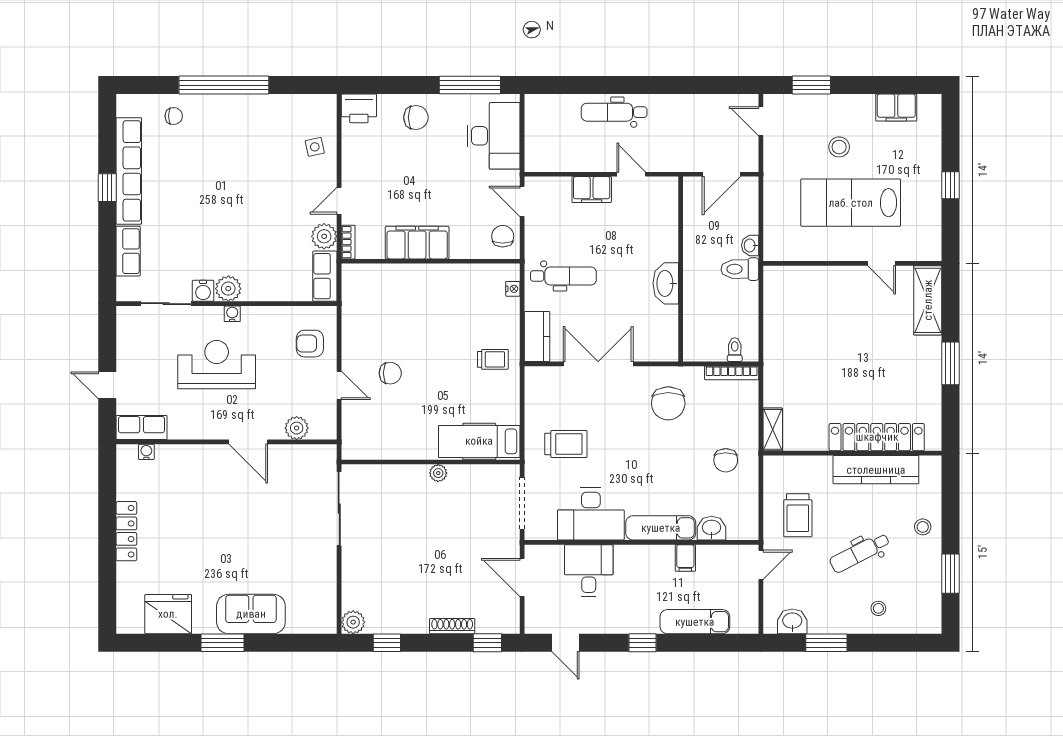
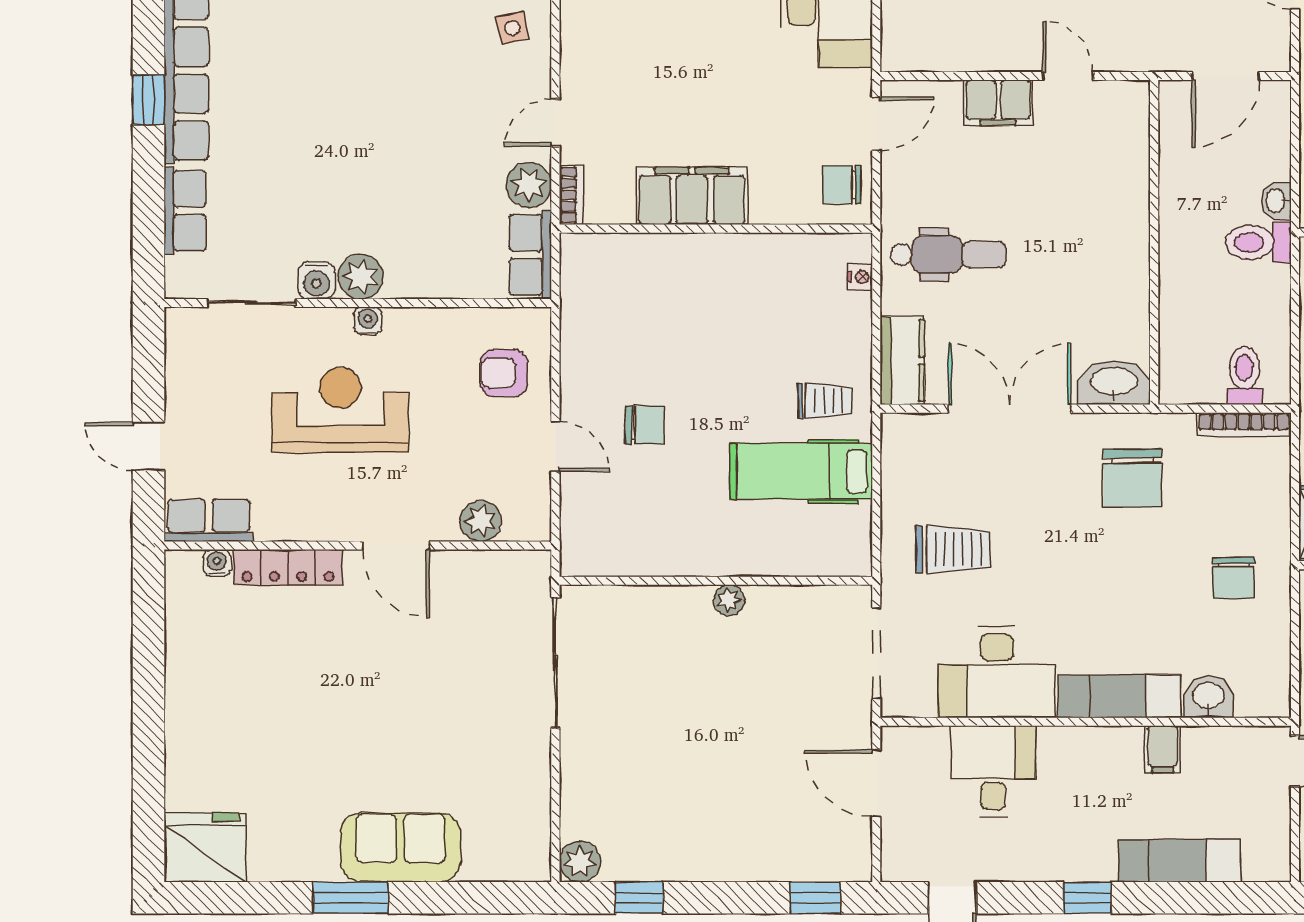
door: (522, 201) -> (876, 124), swing flipped
chair: (503, 236) -> (842, 185), turned -90
washbasin: (666, 283) -> (1114, 383), moved, turned 90
toilet: (735, 350) -> (1244, 376), width x1.37, depth x1.39
hospital bed: (479, 441) -> (801, 471), moved
locker: (126, 531) -> (288, 567), moved, turned 90
fridge: (168, 614) -> (205, 848), moved
shoe rack: (452, 626) -> (754, 869), removed

